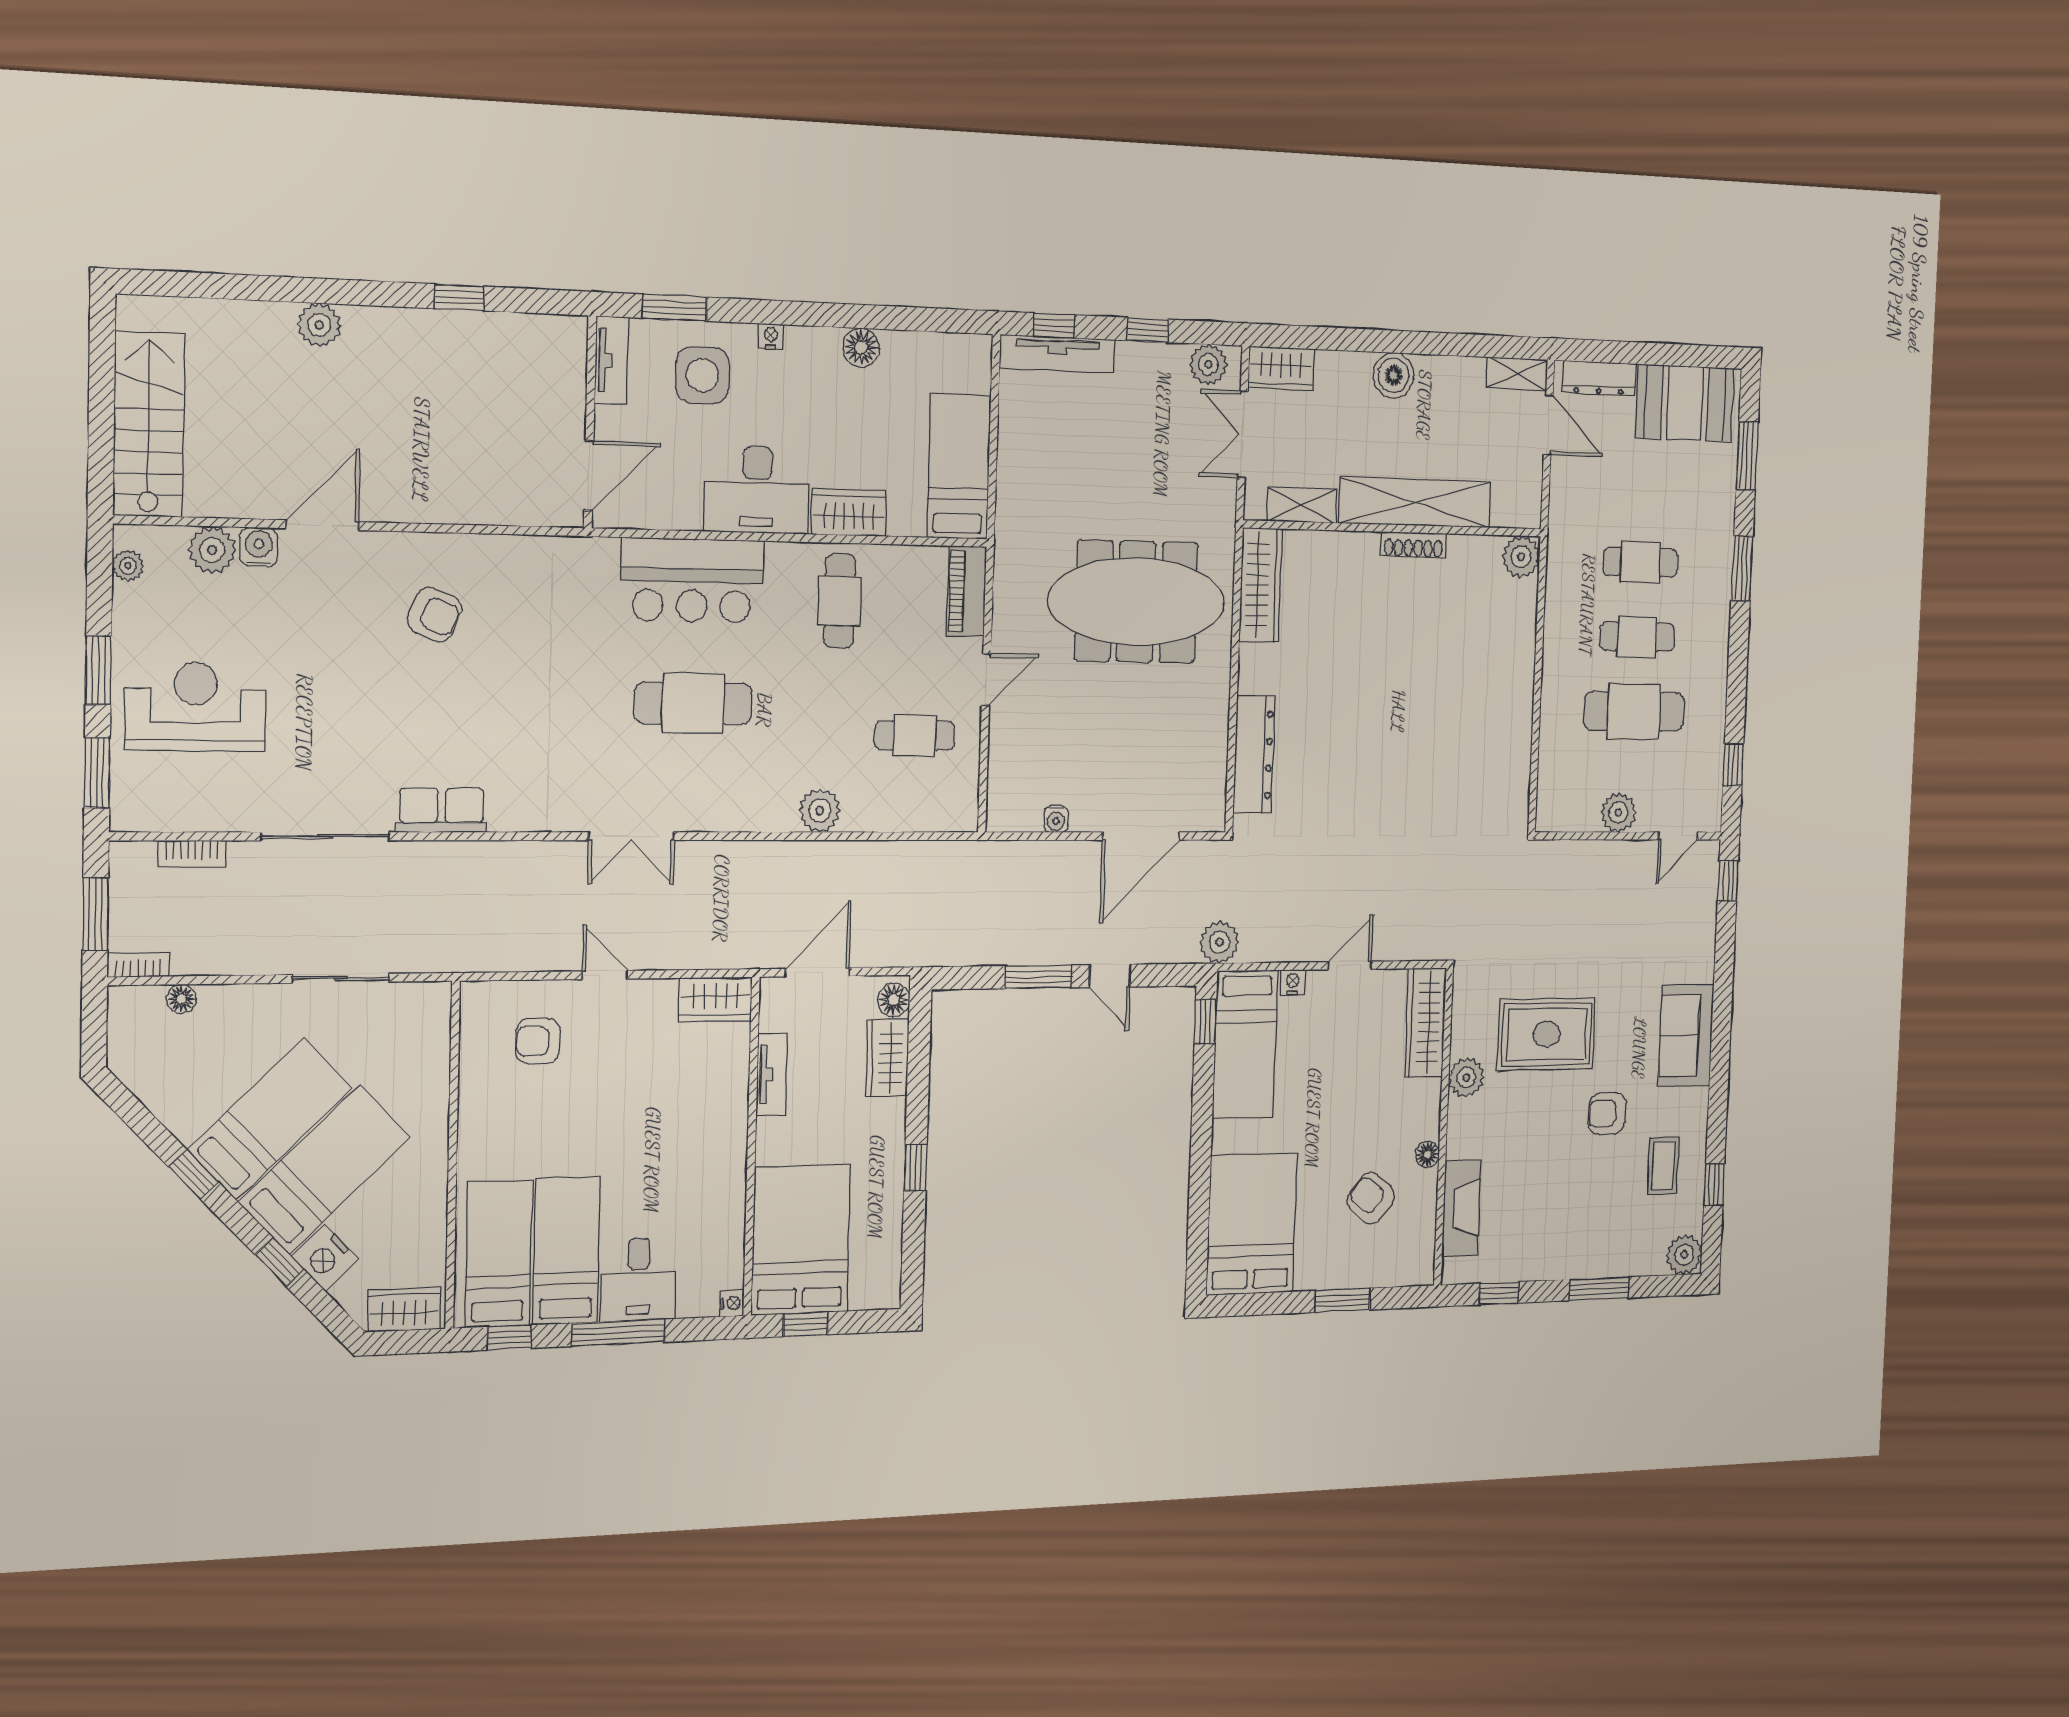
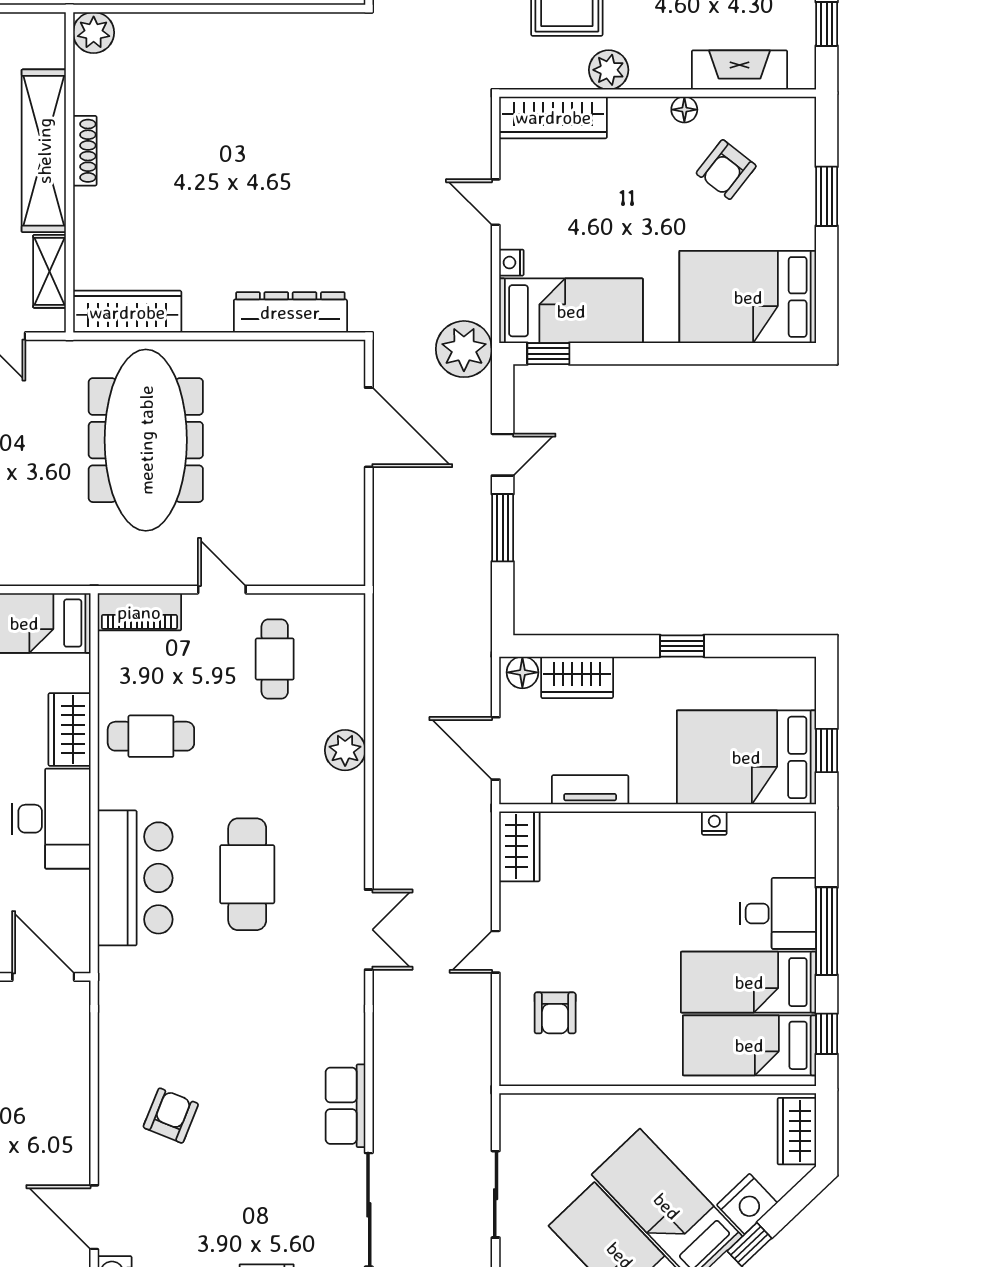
water cooler: (1056, 819) -> (353, 515), removed
plant: (1220, 942) -> (464, 349), width x1.36, depth x1.36
nightstand: (732, 1303) -> (714, 823), moved

